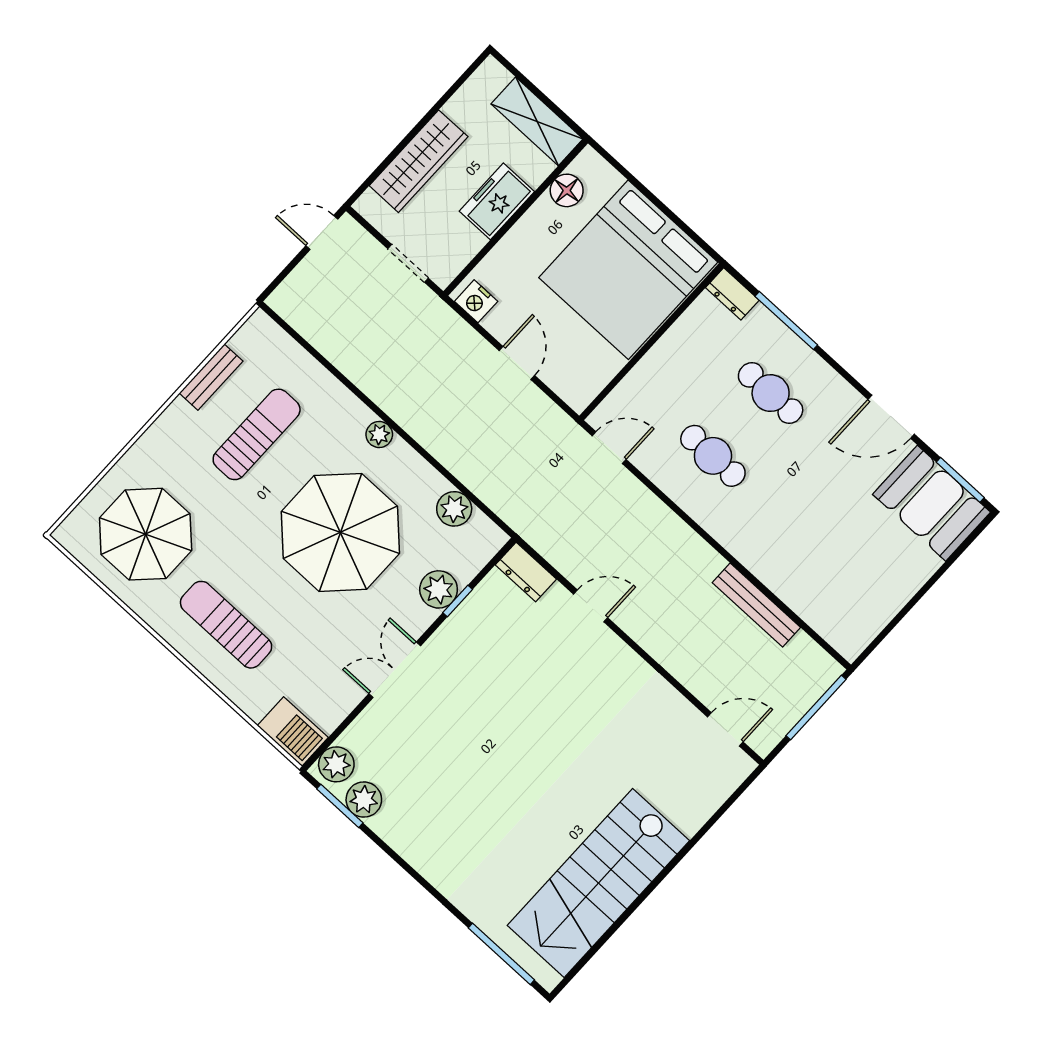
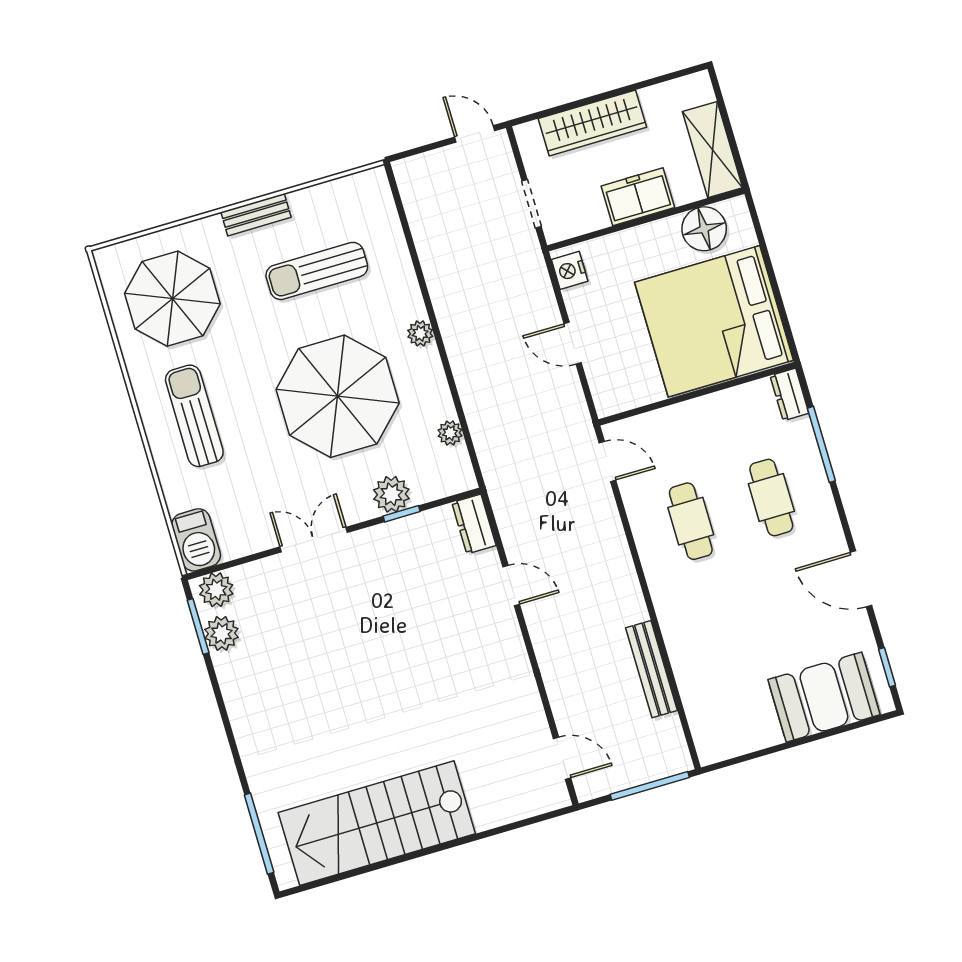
floor lamp: (567, 190) -> (704, 229), width x1.38, depth x1.38
door: (517, 363) -> (573, 343), swing flipped
bench: (211, 377) -> (256, 215), moved
sun lounger: (257, 434) -> (317, 271), turned 180
window: (960, 480) -> (887, 667), width x0.67
booth: (932, 503) -> (824, 697), moved, turned 90
plant: (454, 509) -> (450, 433), width x0.73, depth x0.73

